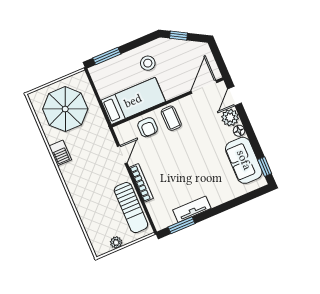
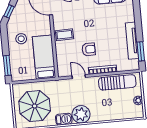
armchair: (148, 127) -> (89, 49), moved
plant: (74, 173) -> (81, 114), added
tv unit: (192, 209) -> (132, 41), width x1.41

